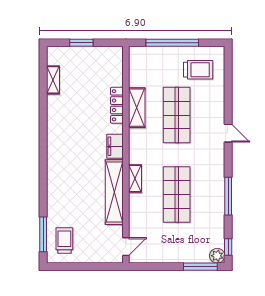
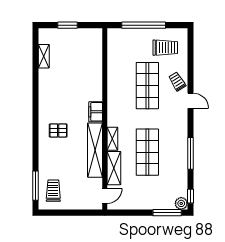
locker: (117, 105) -> (97, 77), removed
shelving: (137, 108) -> (114, 168), moved
trolley: (212, 110) -> (177, 82), added
pallet: (70, 169) -> (58, 130), added

